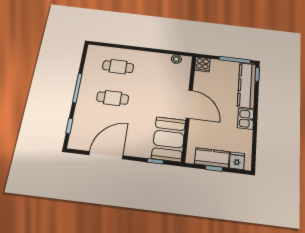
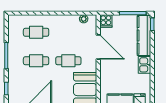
cafe table: (152, 103) -> (68, 61), added
door: (189, 104) -> (98, 47), moved

